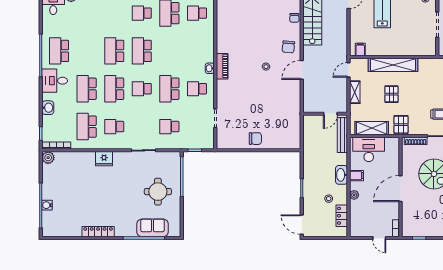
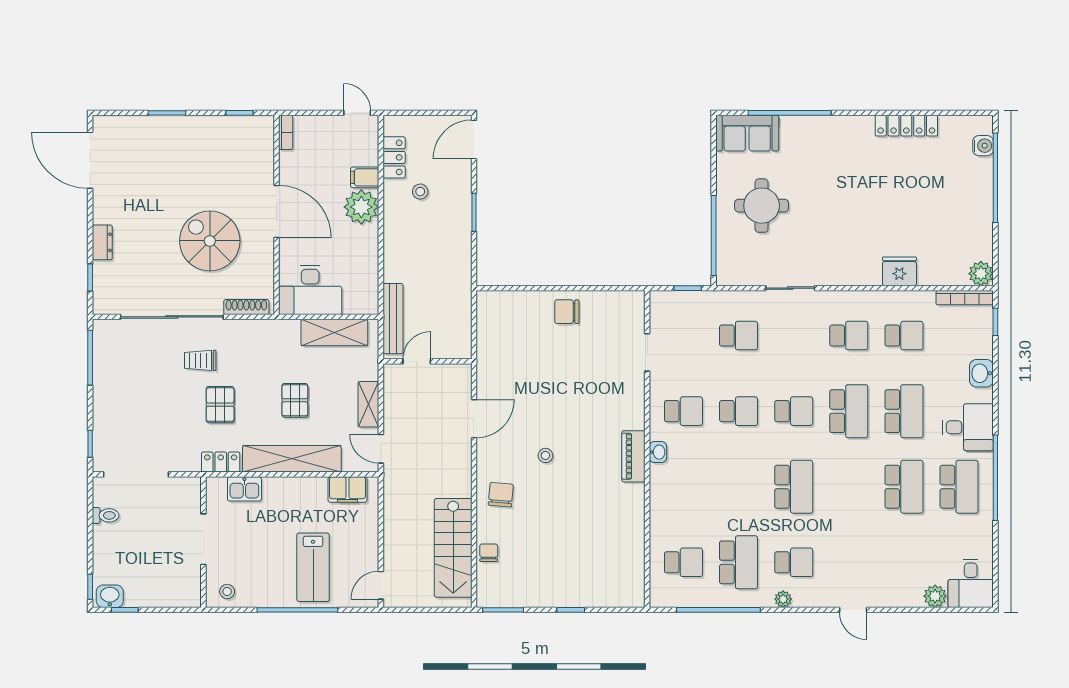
filing cabinet: (360, 50) -> (347, 490), width x2.00
kitchen sink: (417, 50) -> (244, 489), added
school desk: (114, 51) -> (904, 487), moved
locker: (429, 63) -> (221, 462), added
door: (302, 70) -> (474, 419), moved
door: (348, 70) -> (381, 449), swing flipped
school desk: (169, 89) -> (739, 411), width x0.54
pallet: (401, 125) -> (220, 405), moved
school desk: (87, 127) -> (904, 336), width x0.54
desk: (369, 149) -> (310, 290), moved
fridge: (104, 159) -> (899, 271), moved
washbasin: (341, 175) -> (395, 239), removed
filing cabinet: (356, 176) -> (365, 177), moved
door: (401, 189) -> (277, 212), hinge flipped
plant: (354, 195) -> (361, 207), width x1.87, depth x1.87
water cooler: (47, 205) -> (983, 146), moved
door: (302, 225) -> (474, 139), swing flipped
sofa: (153, 228) -> (747, 133), moved
locker: (98, 232) -> (906, 126), moved
door: (379, 238) -> (357, 113), moved

